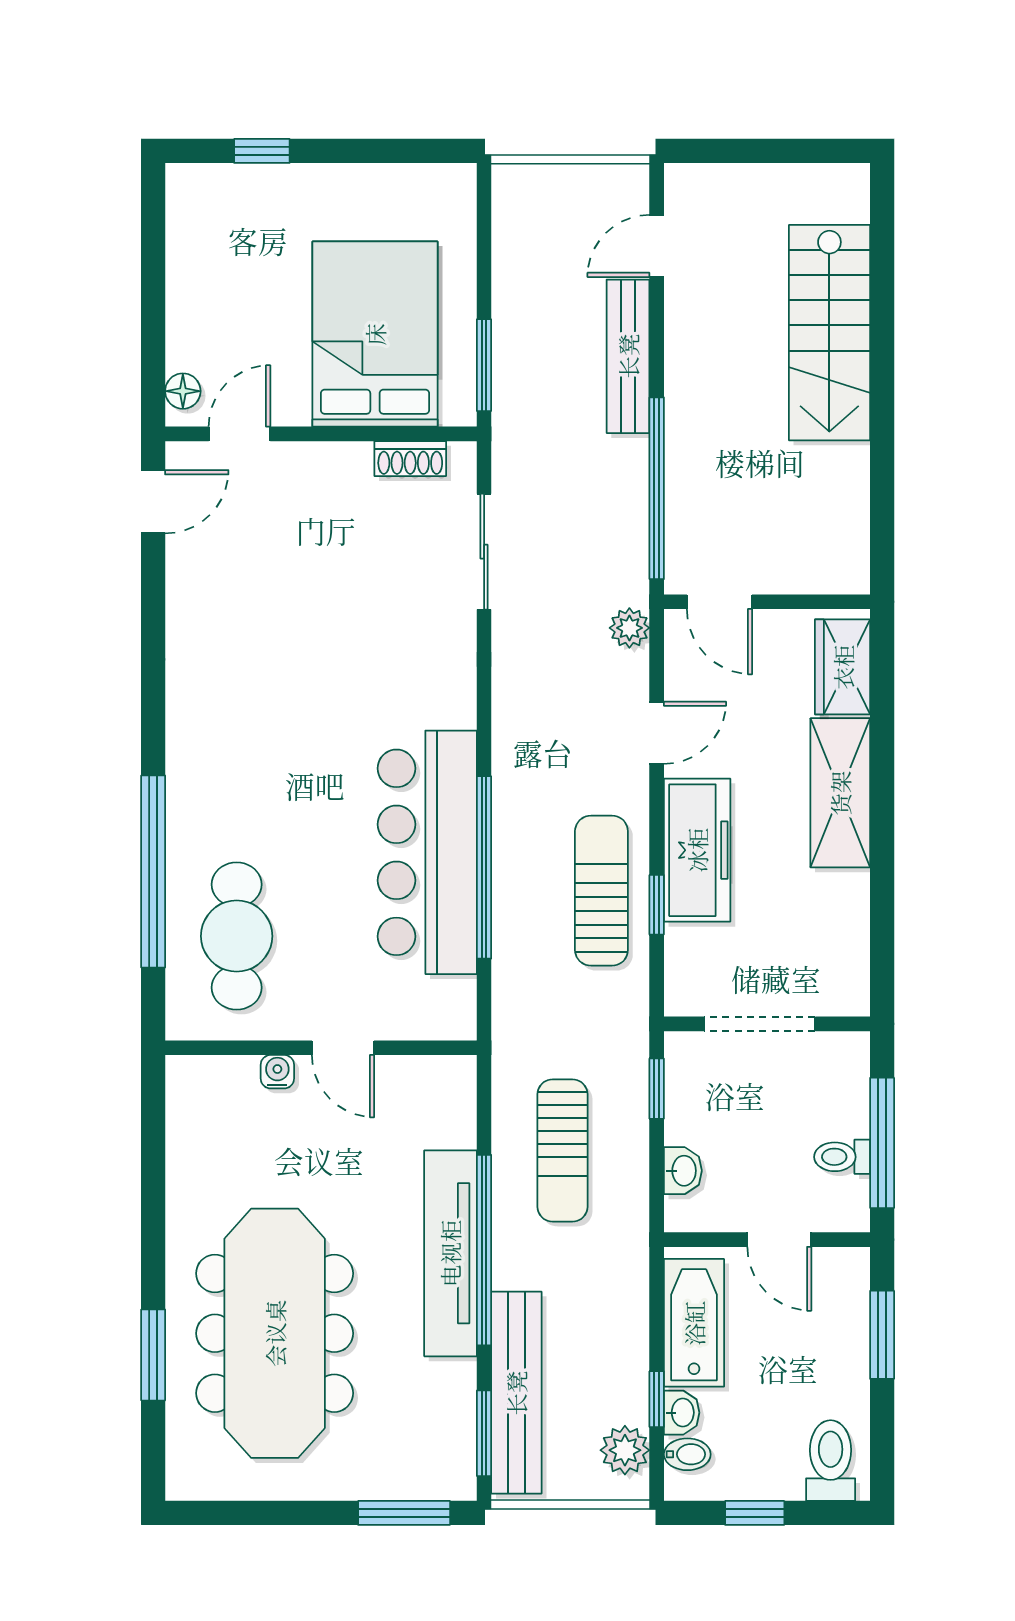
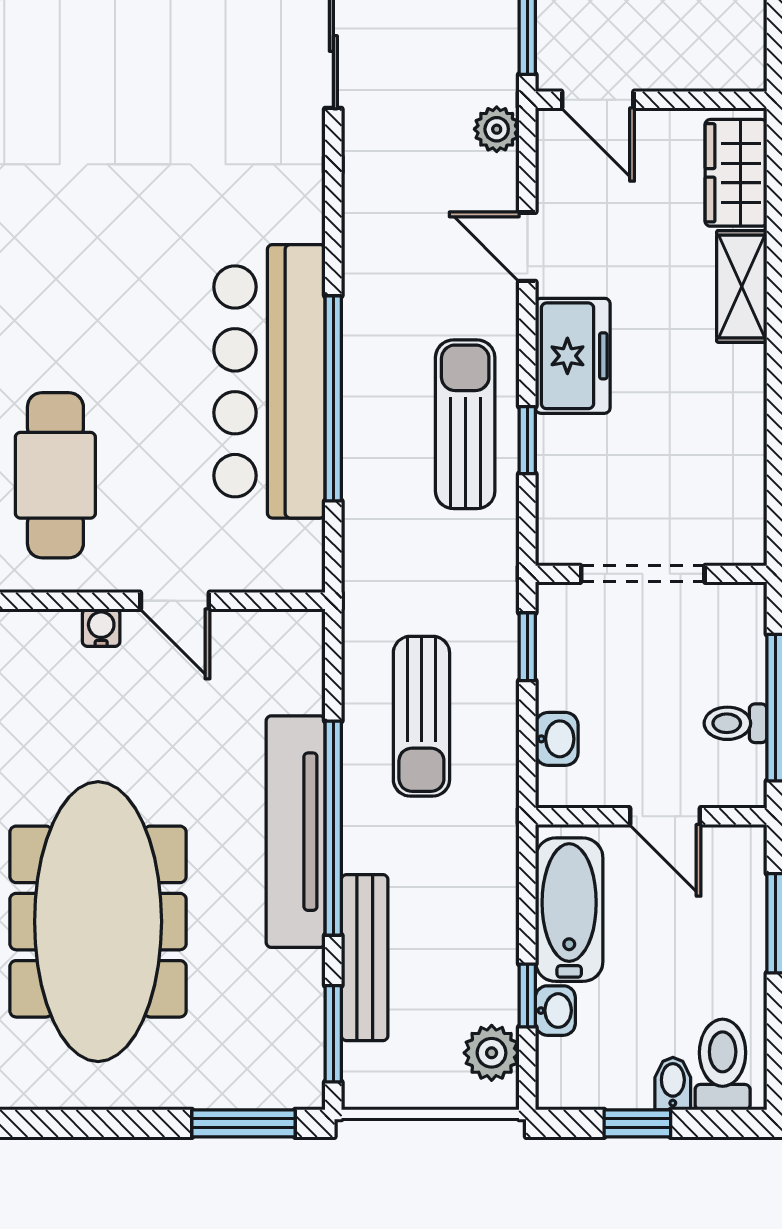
door: (657, 733) -> (527, 247), swing flipped
shelving: (840, 793) -> (742, 286), width x0.67, depth x0.75
freezer: (697, 850) -> (573, 356), width x0.71
bench: (516, 1393) -> (365, 958), width x0.73, depth x0.82
bidet: (687, 1454) -> (673, 1084), moved, turned -90

